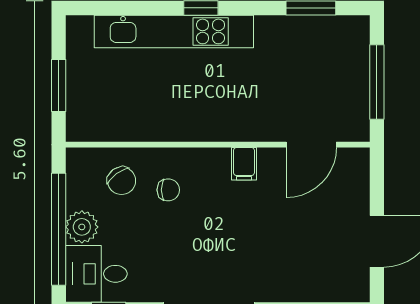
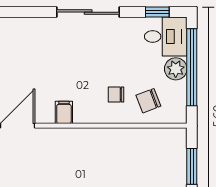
chair: (122, 181) -> (148, 101), turned -75

